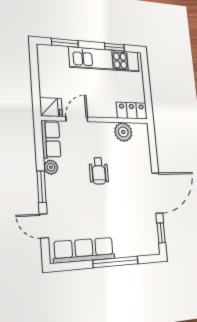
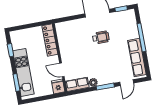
kitchen unit: (104, 59) -> (23, 72), moved
locker: (132, 111) -> (50, 40), width x1.53
plant: (123, 132) -> (64, 39), removed
wheelchair: (99, 171) -> (101, 37), moved

